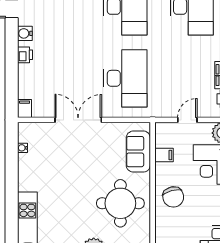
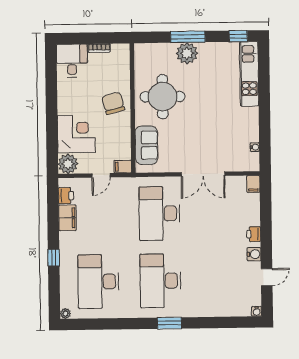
filing cabinet: (164, 155) -> (123, 167), moved

